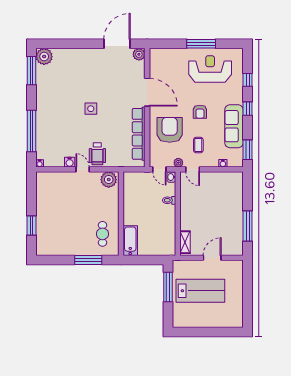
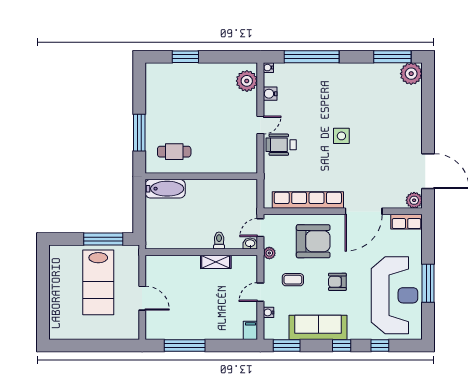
row of seats: (155, 60) -> (407, 222), added
reception desk: (210, 69) -> (395, 295), width x1.36, depth x1.30
water cooler: (70, 162) -> (270, 94), moved
door: (193, 169) -> (260, 292), moved
filing cabinet: (236, 177) -> (250, 330), added
plant: (109, 180) -> (247, 81), moved
shelving: (185, 242) -> (216, 262), moved

